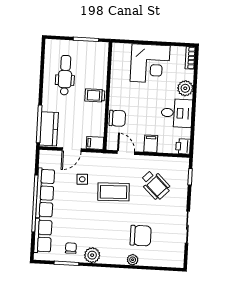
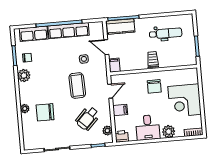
chair: (117, 118) -> (154, 86), moved
plant: (174, 163) -> (107, 131), added
chair: (141, 236) -> (45, 112), turned 90

